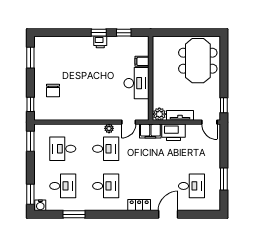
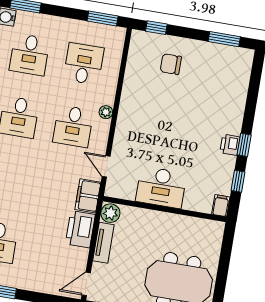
filing cabinet: (142, 61) -> (221, 206), moved
plant: (109, 128) -> (106, 112), moved

